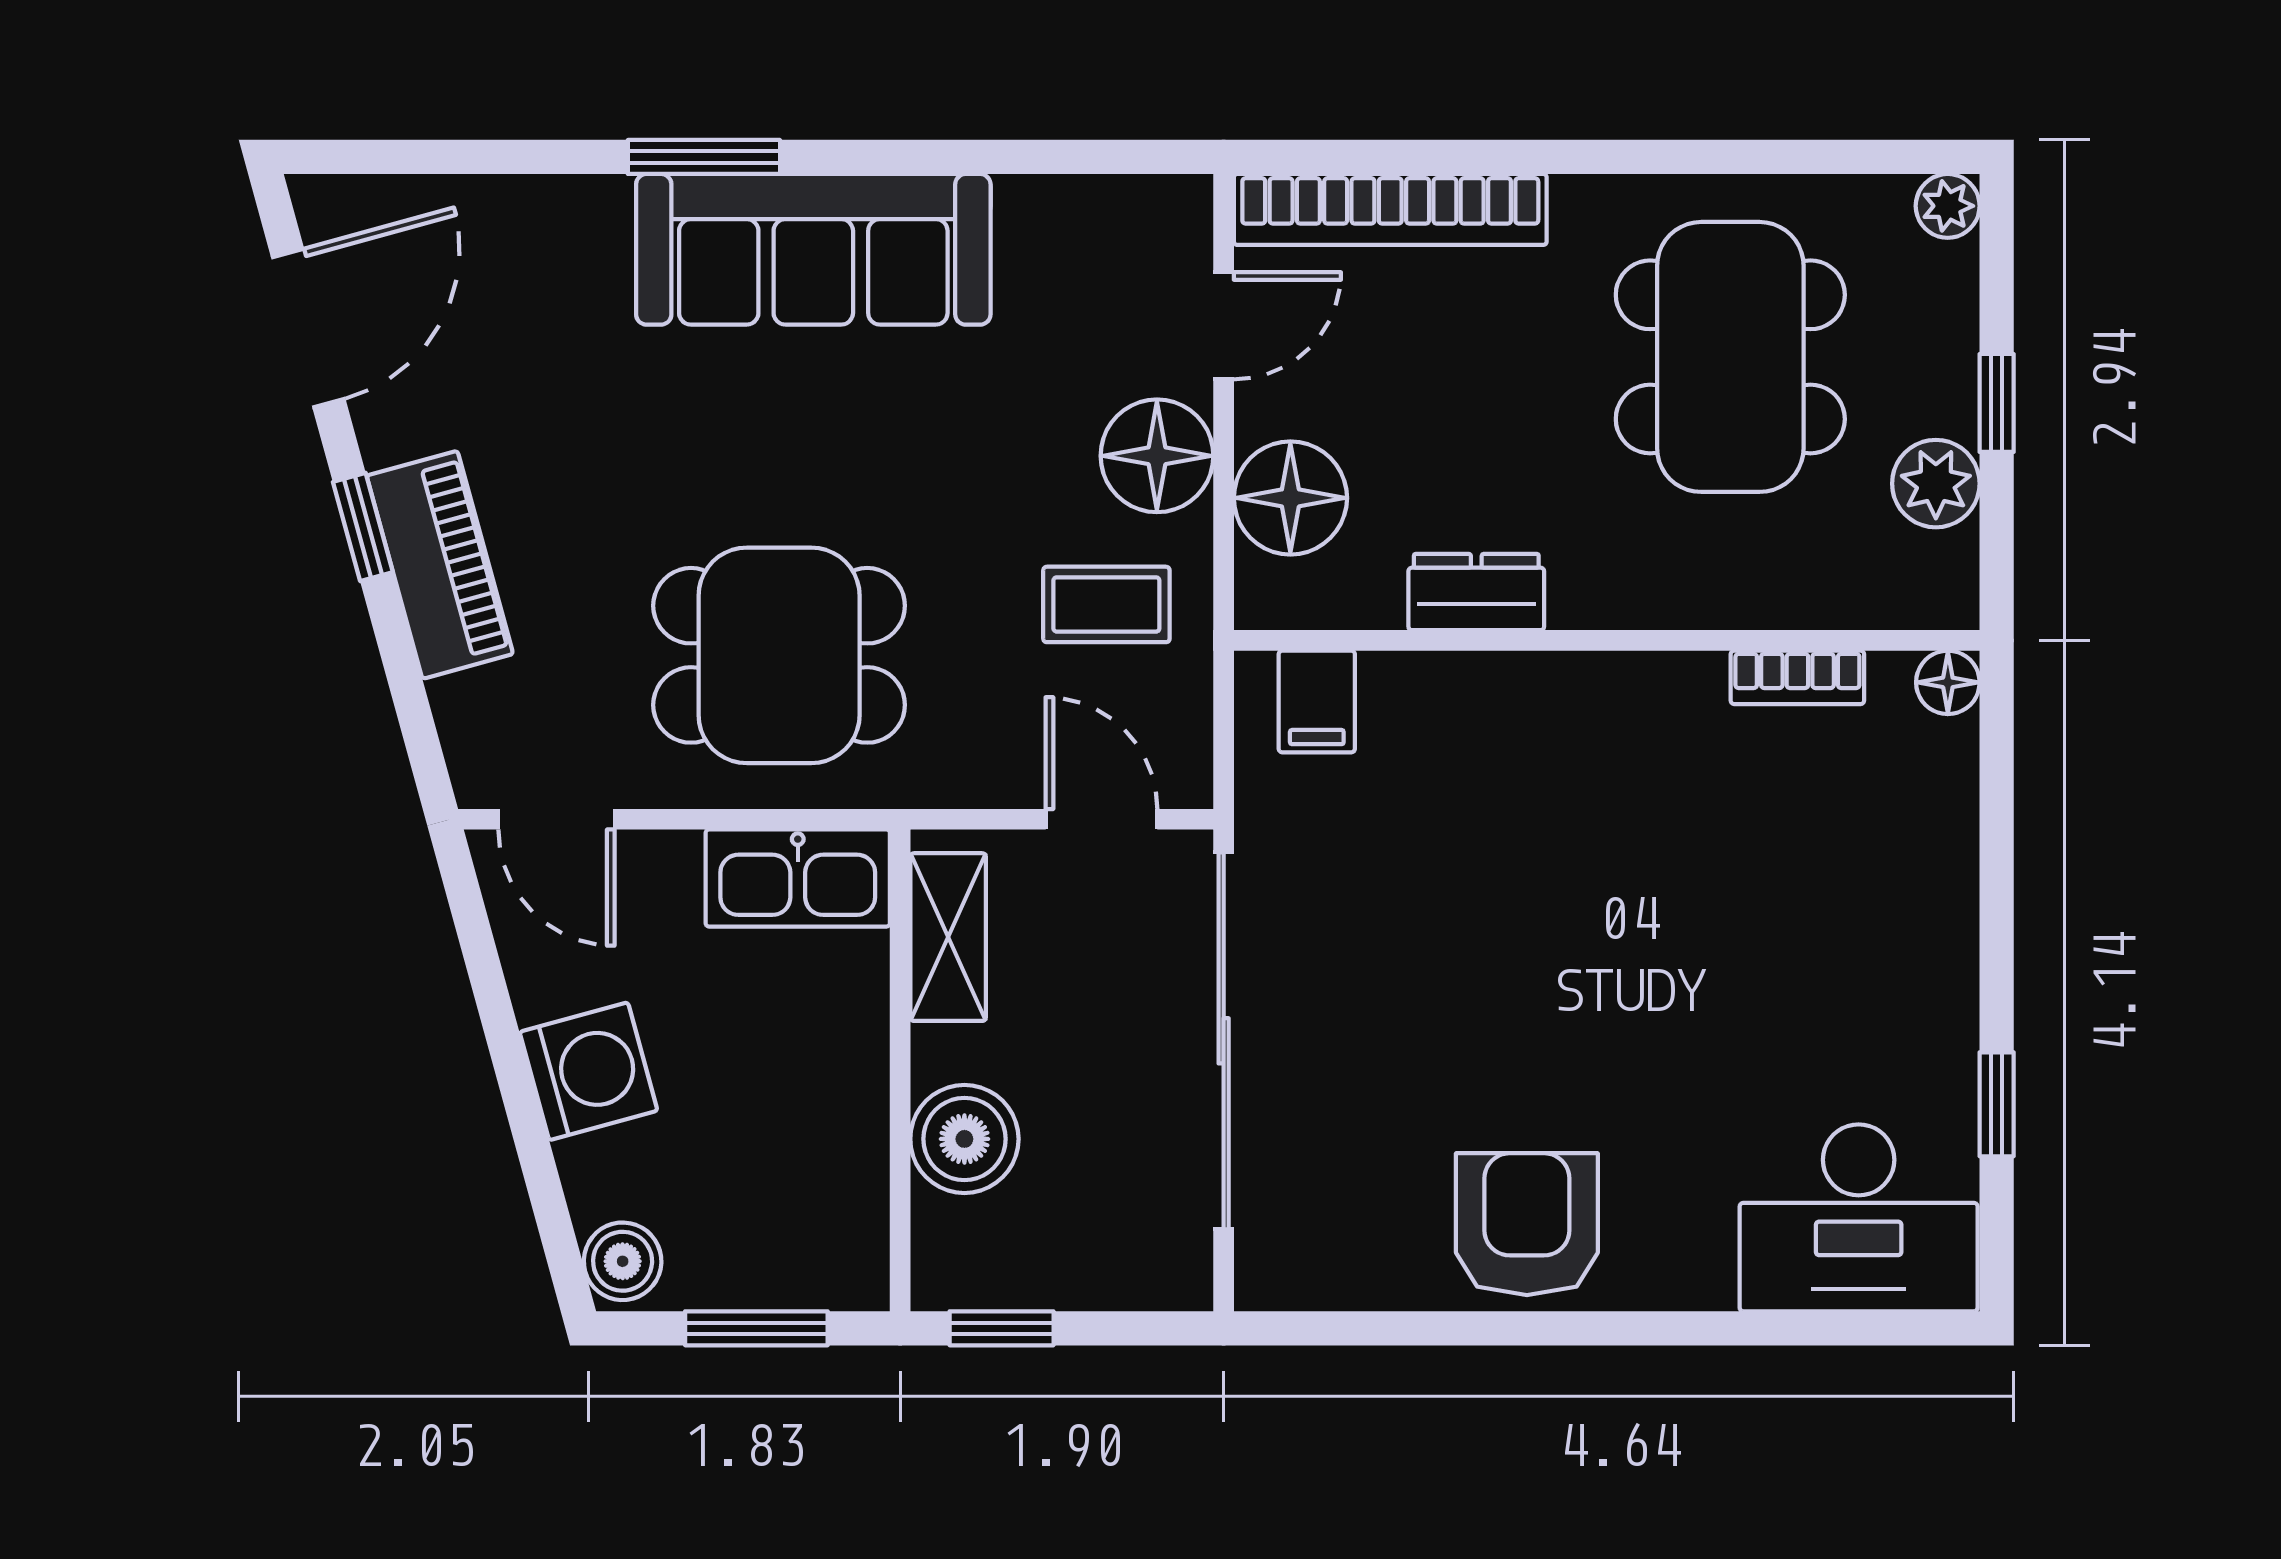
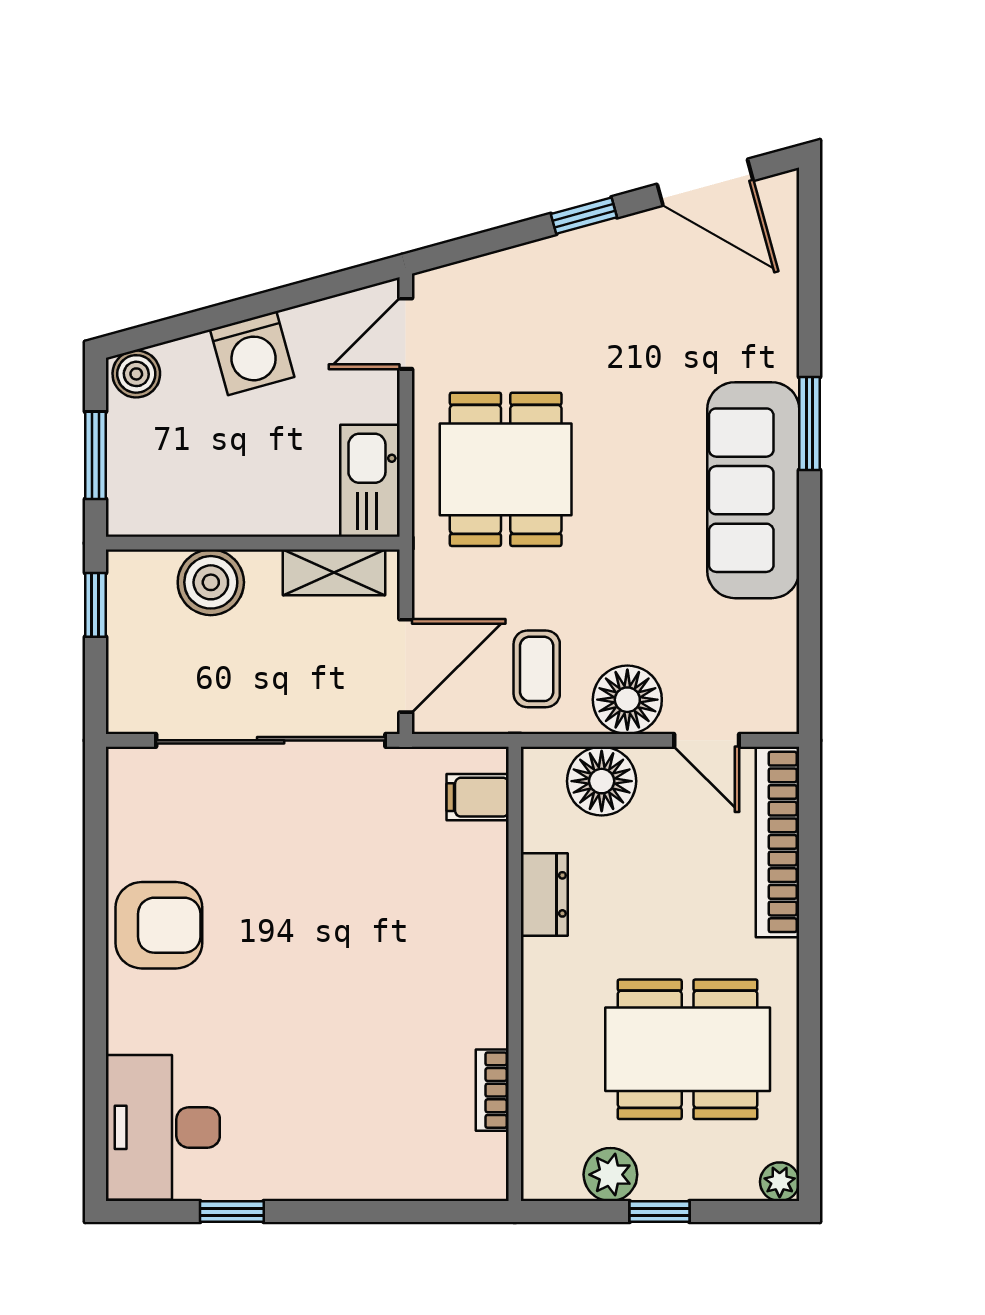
piano: (440, 565) -> (561, 263), removed
floor lamp: (1948, 682) -> (489, 1182), removed
door: (1101, 819) -> (406, 666), width x1.37

